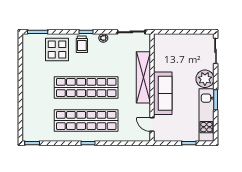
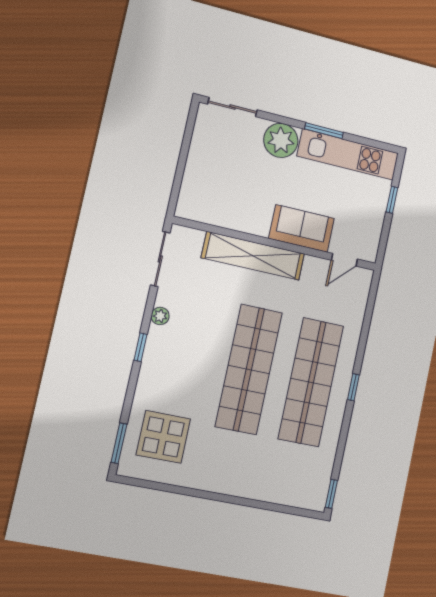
trolley: (82, 44) -> (163, 361), removed
display table: (57, 49) -> (163, 437), moved
sofa: (163, 93) -> (302, 228), width x0.73

